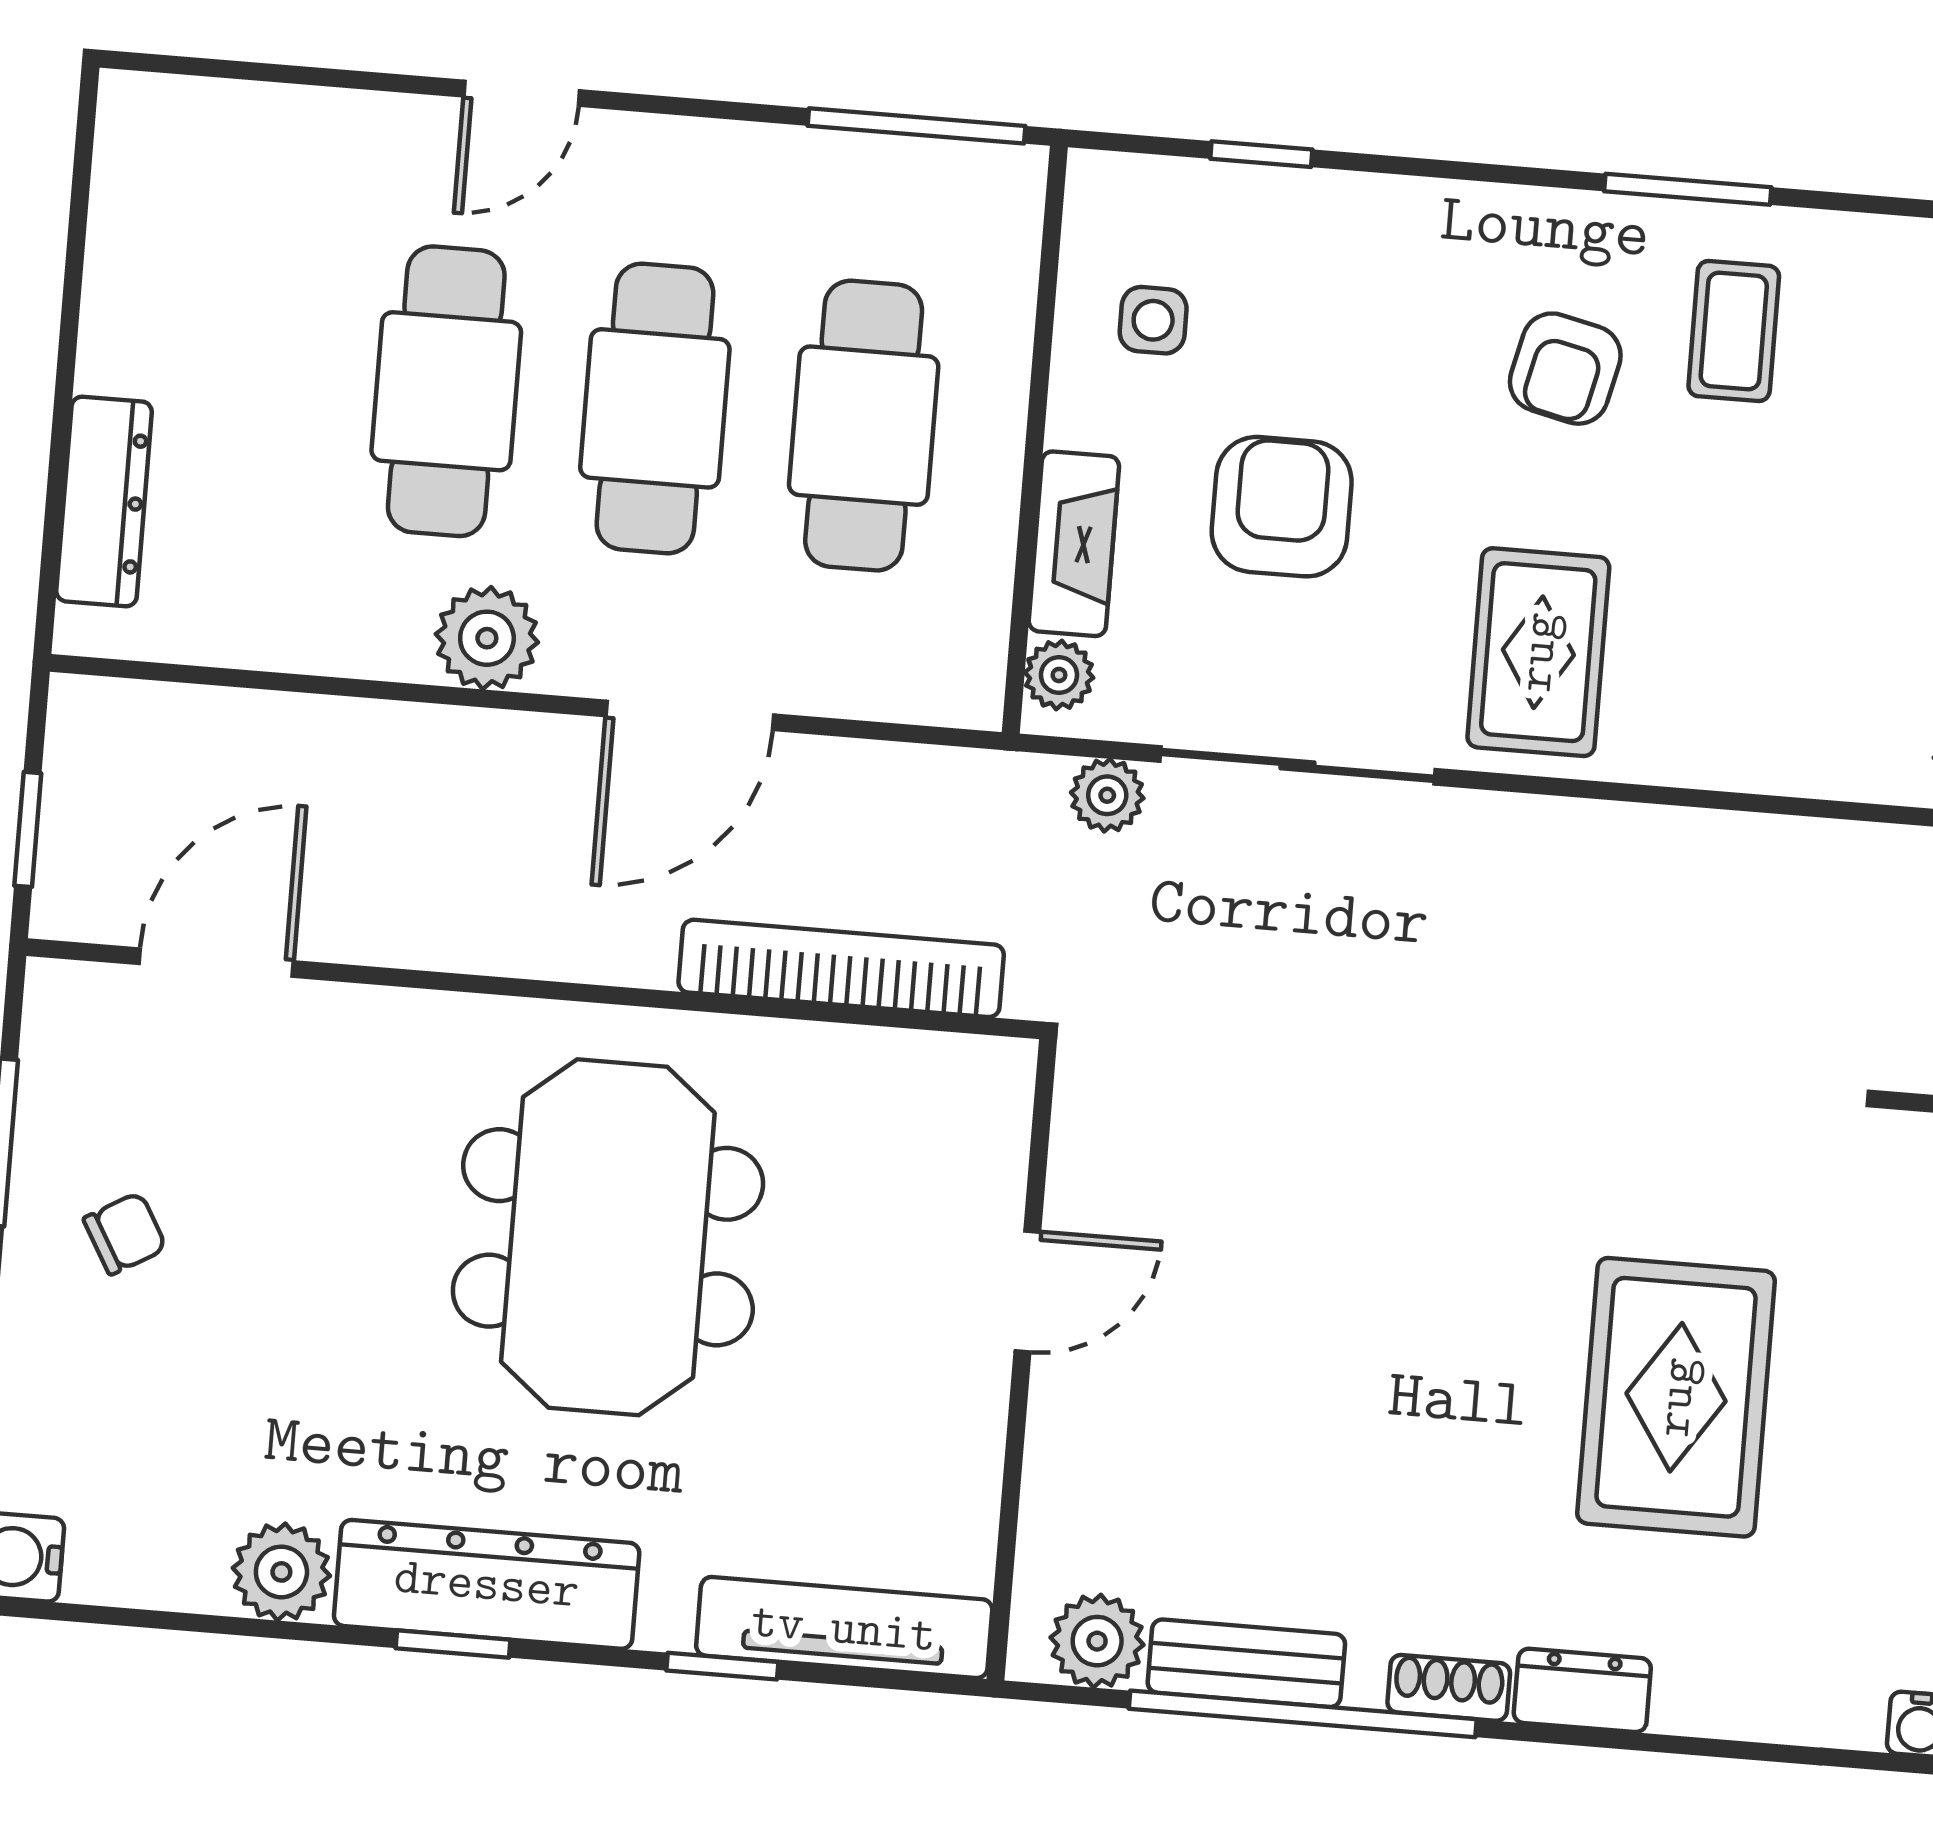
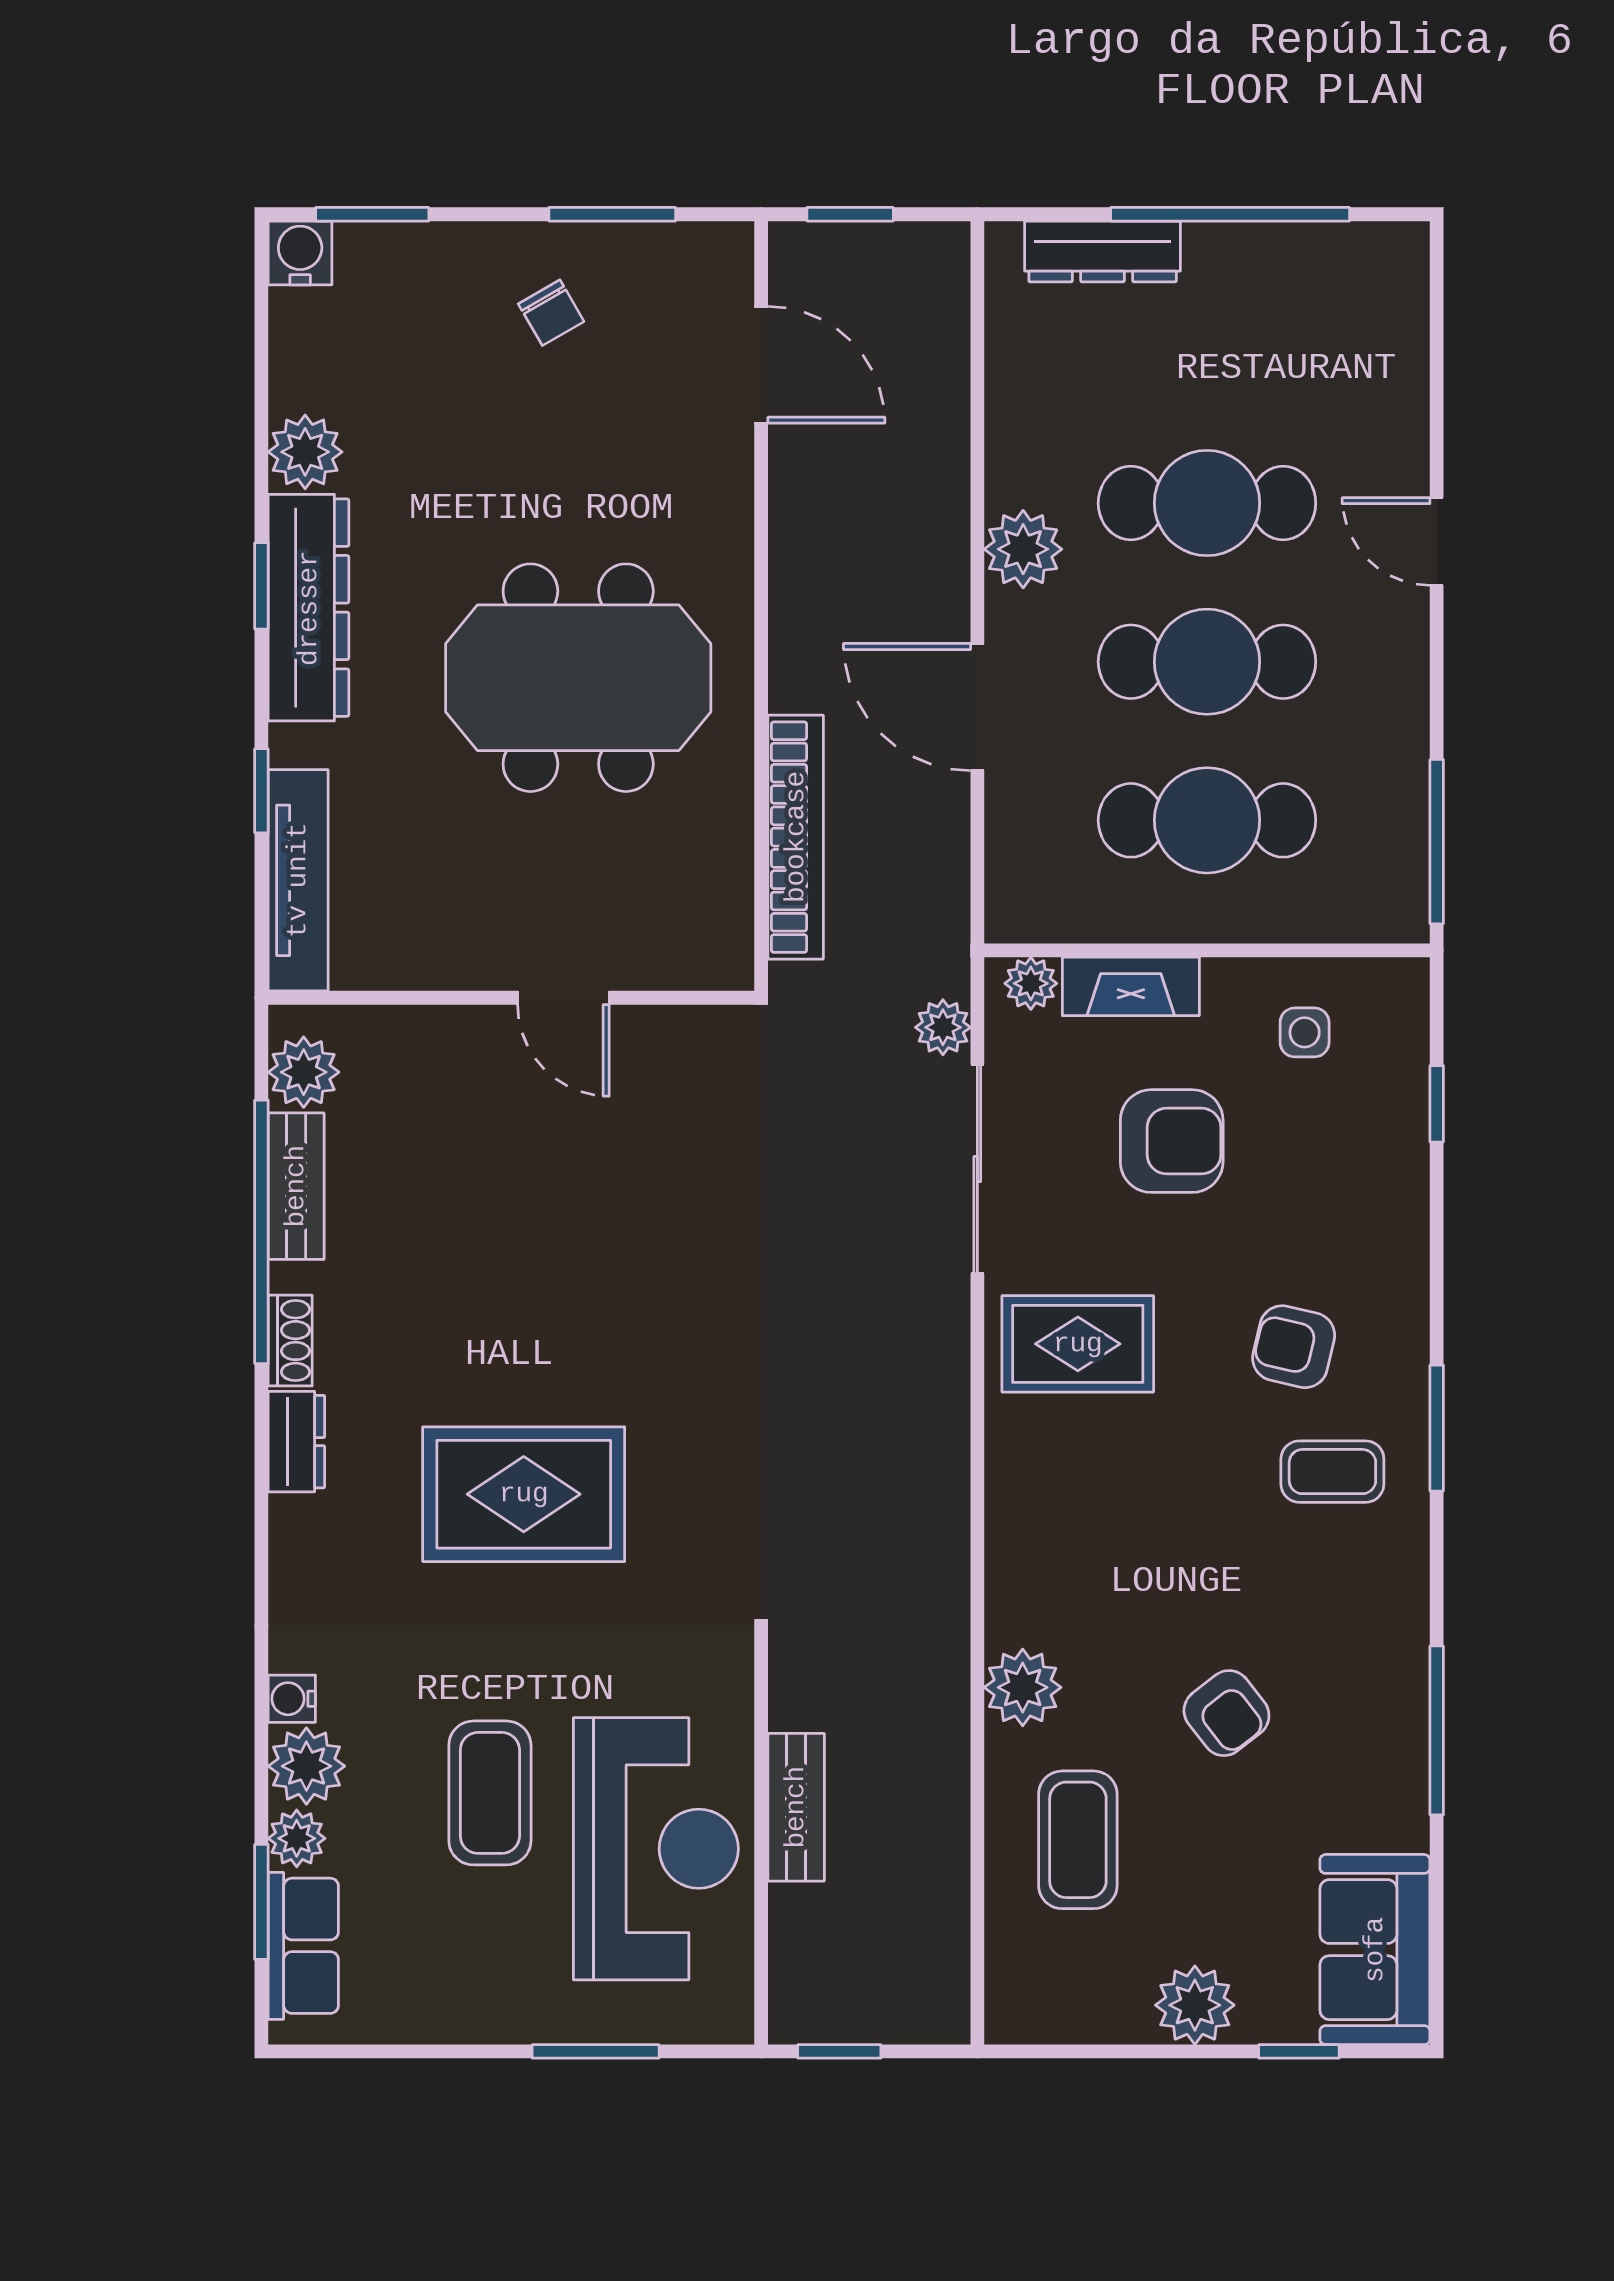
window: (69, 330) -> (1230, 214), added

